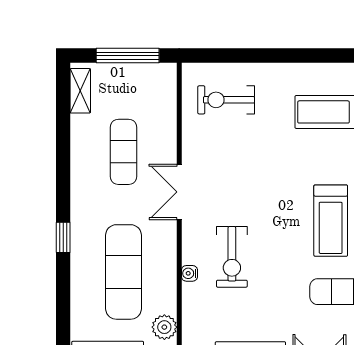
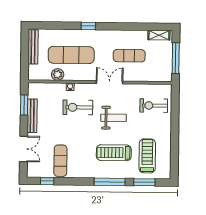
exercise bike: (226, 100) -> (154, 106), turned -90
weight bench: (253, 183) -> (114, 118), added
treadmill: (331, 221) -> (114, 153), moved
plant: (164, 327) -> (58, 74), moved

